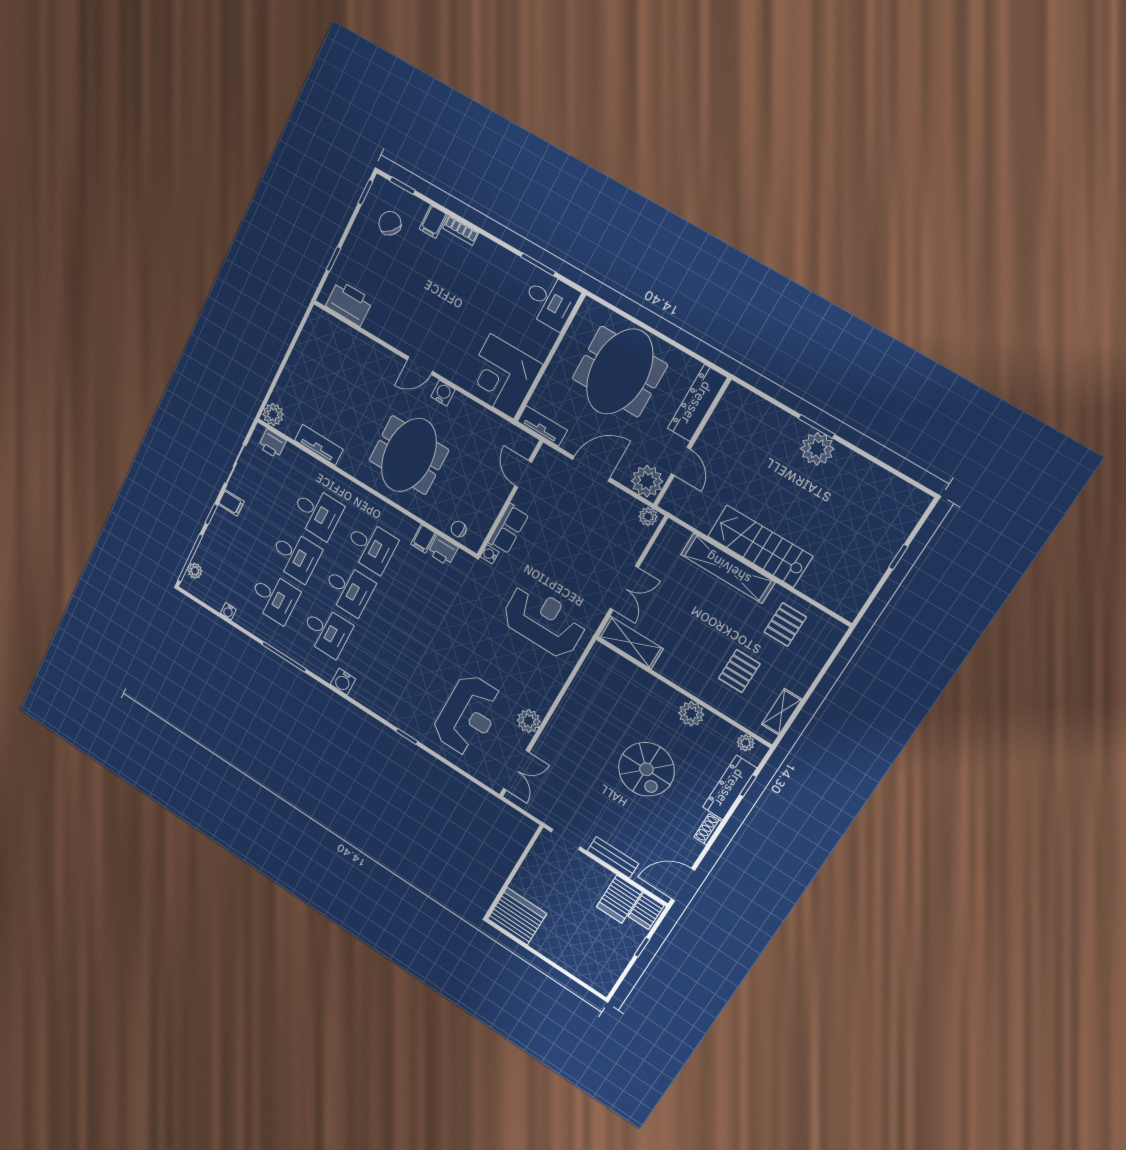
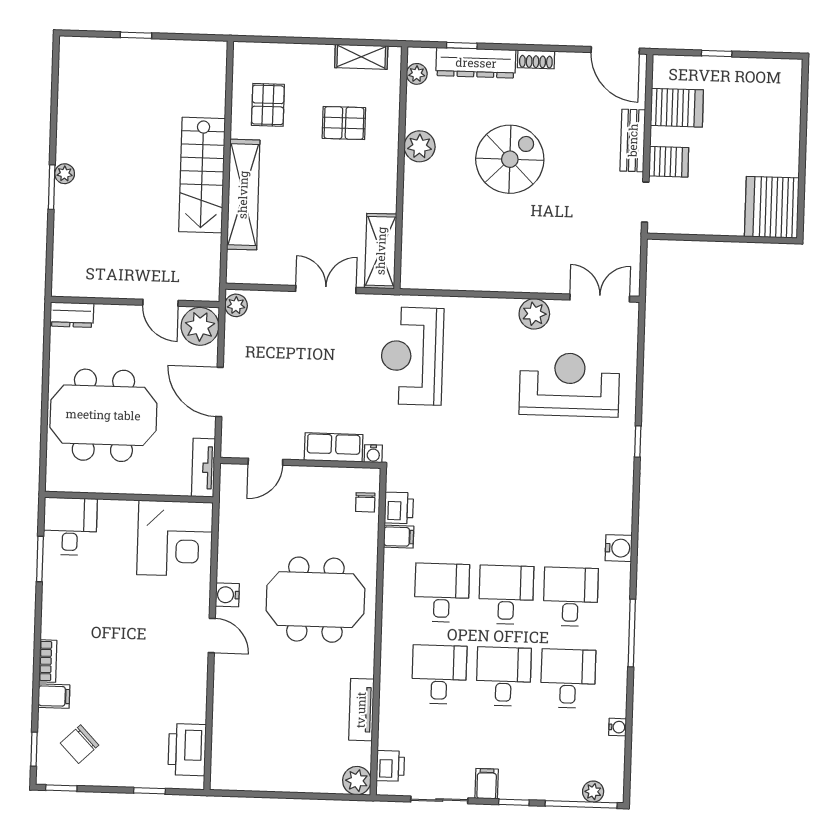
dresser: (697, 403) -> (72, 315), width x0.51, depth x0.80
plant: (817, 449) -> (65, 174), width x0.53, depth x0.53
door: (681, 461) -> (160, 303), swing flipped
pallet: (785, 625) -> (268, 105), turned 90
server rack: (646, 911) -> (669, 162), moved

